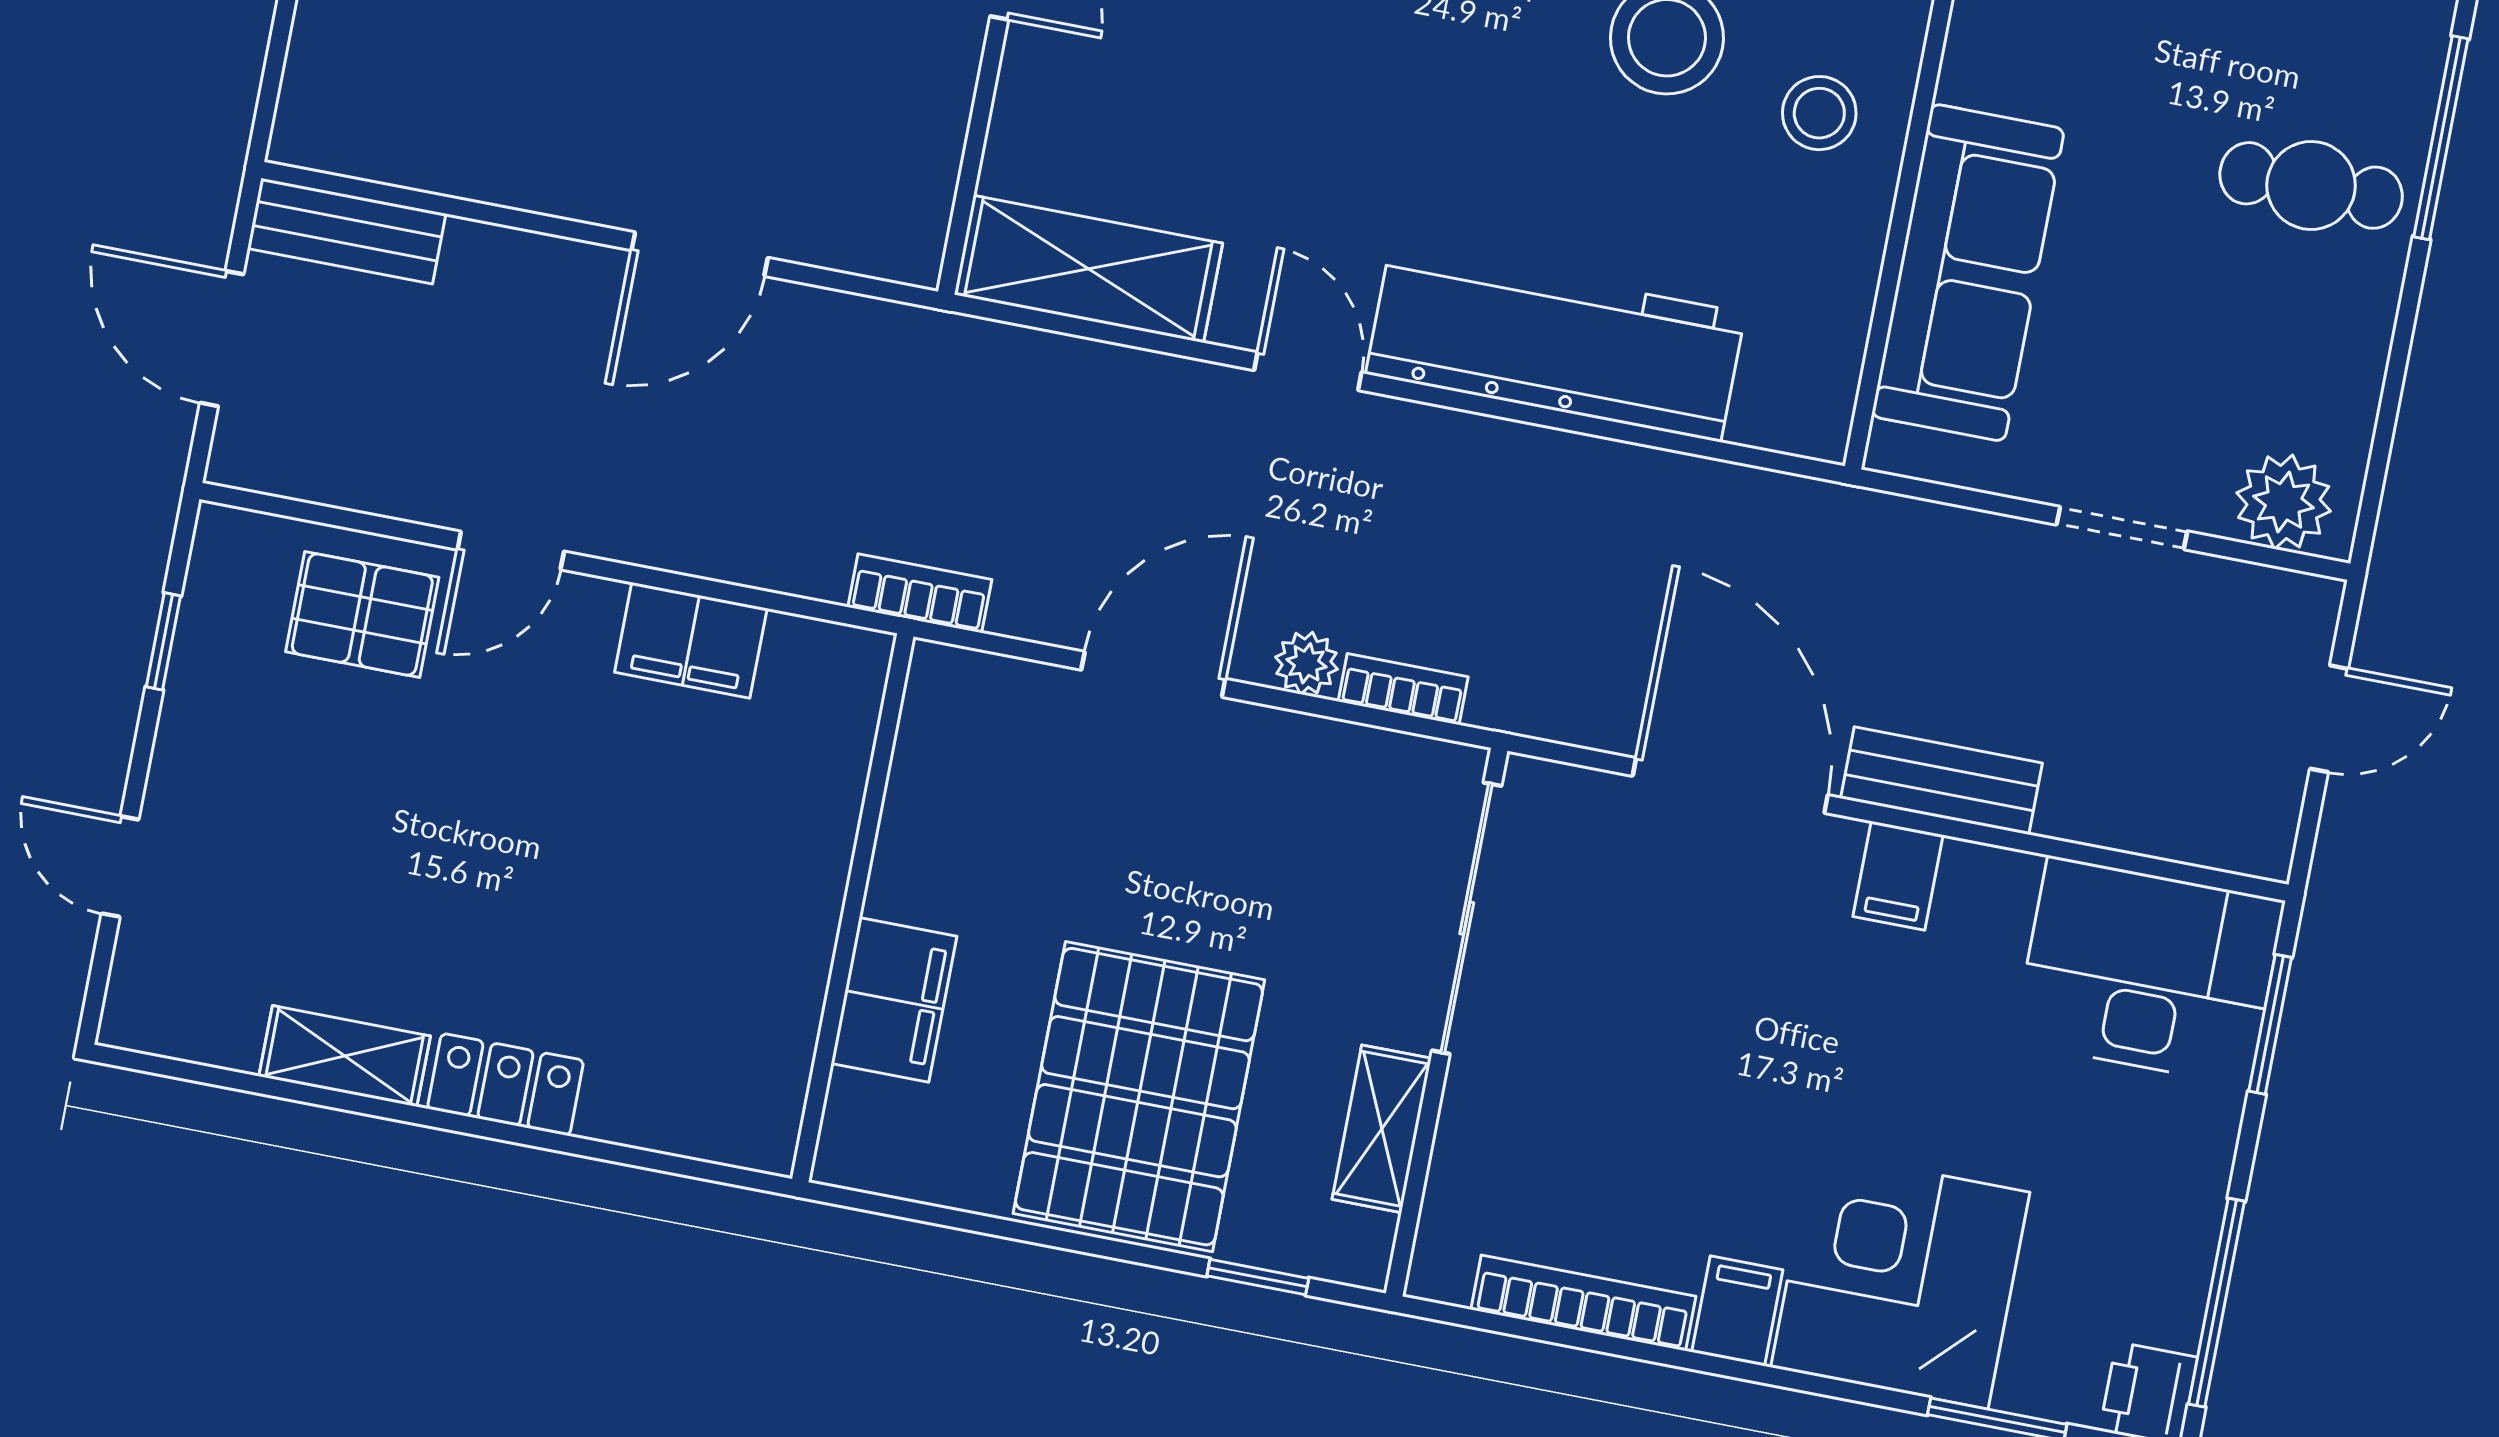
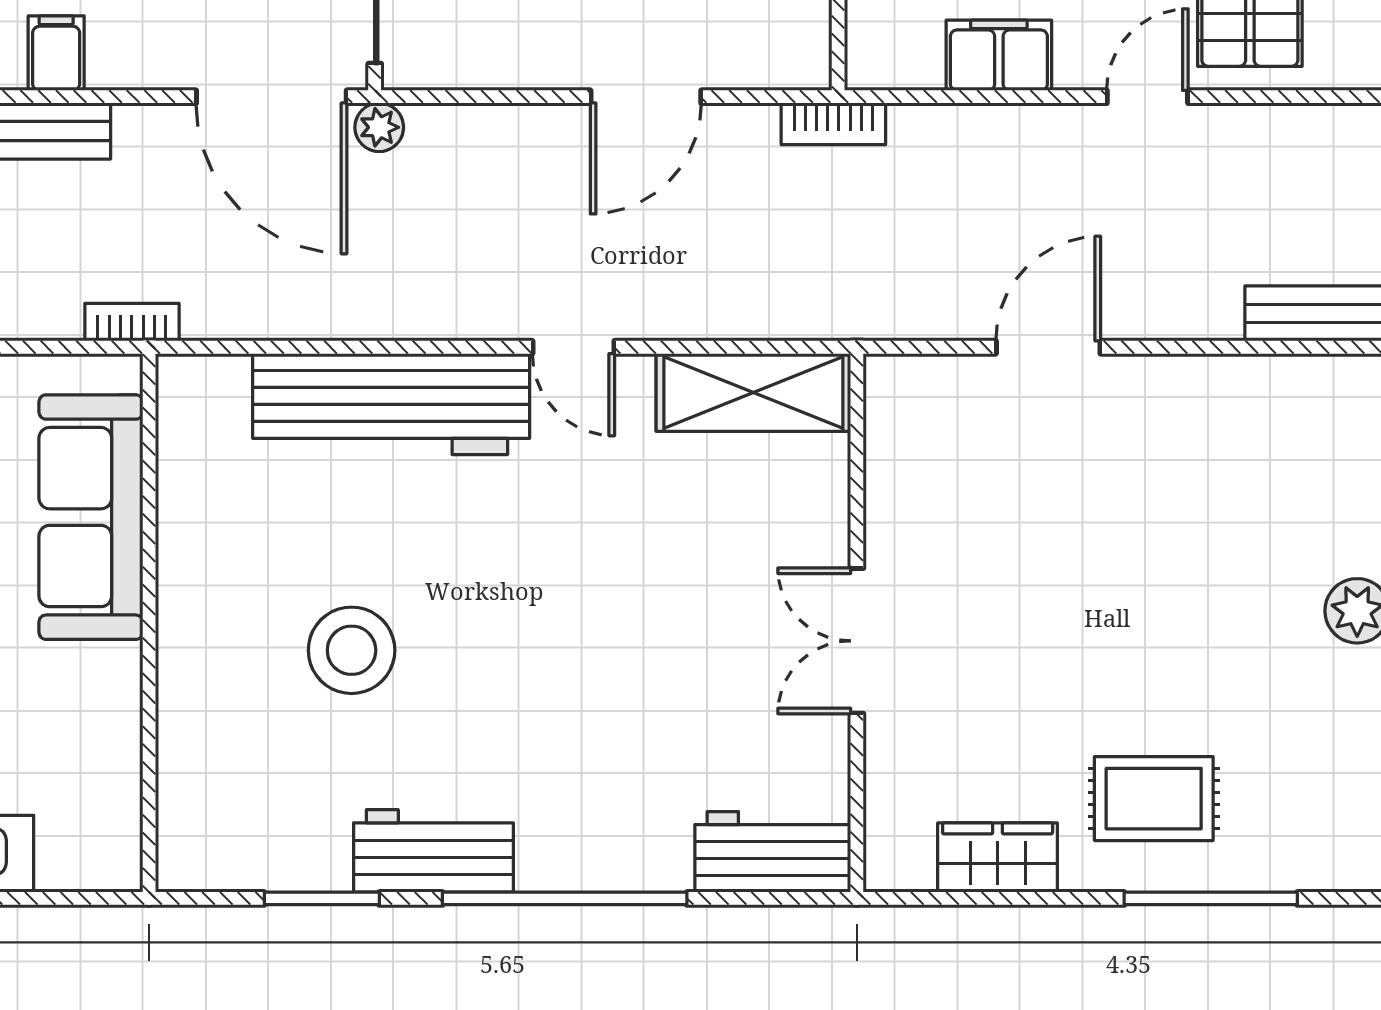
stool: (1819, 113) -> (226, 616), removed
plant: (1307, 663) -> (379, 127), moved
bookcase: (1403, 689) -> (132, 322), moved, turned 180
door: (1730, 785) -> (271, 97), moved

